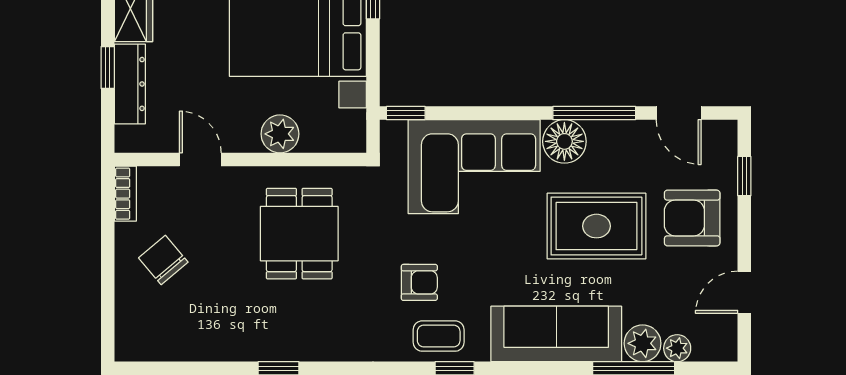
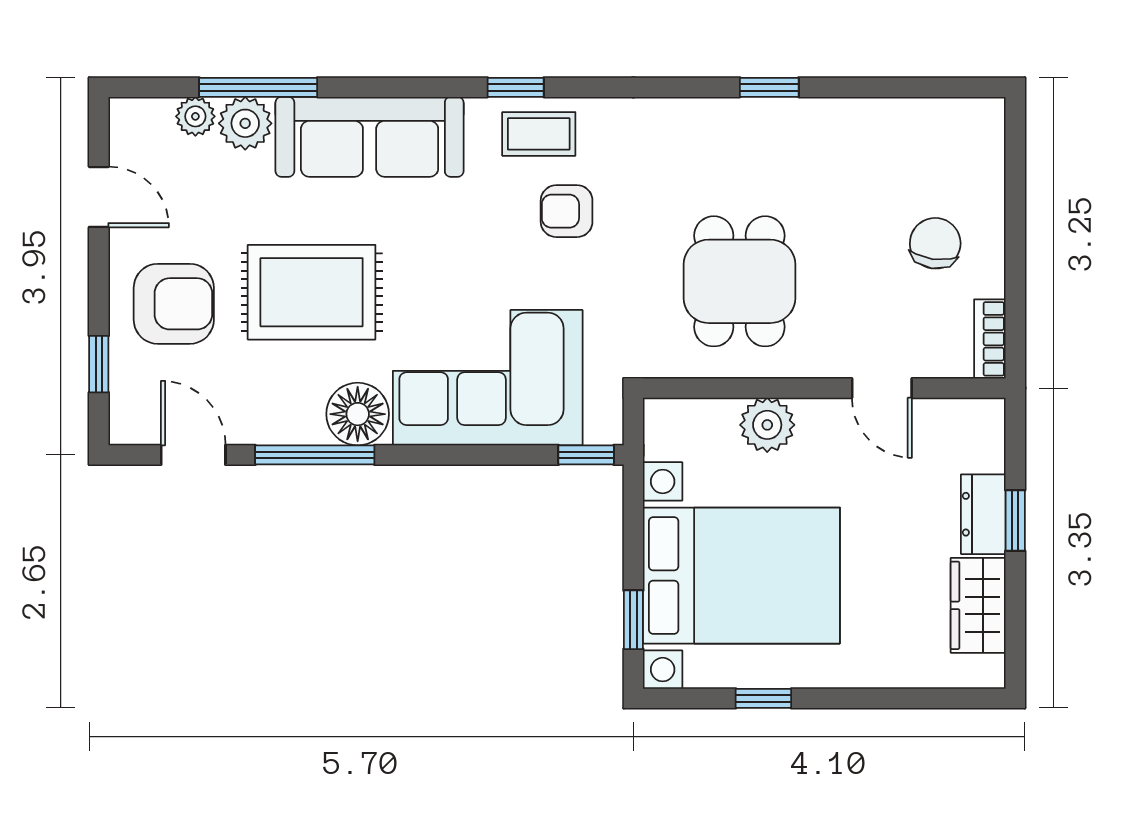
dresser: (130, 84) -> (983, 514), width x0.70
chair: (163, 260) -> (935, 243), turned -132
door: (744, 292) -> (99, 197), hinge flipped

